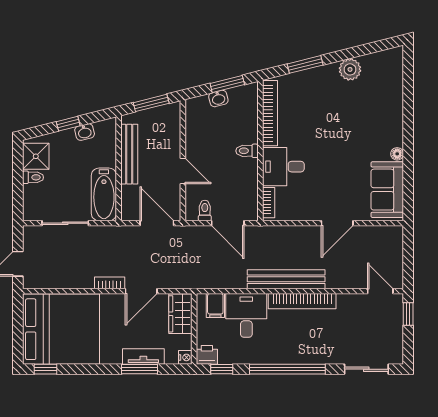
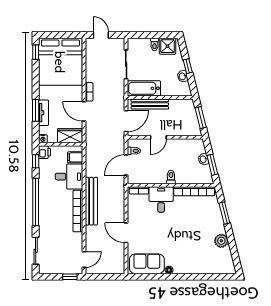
bench: (129, 154) -> (150, 104), moved

